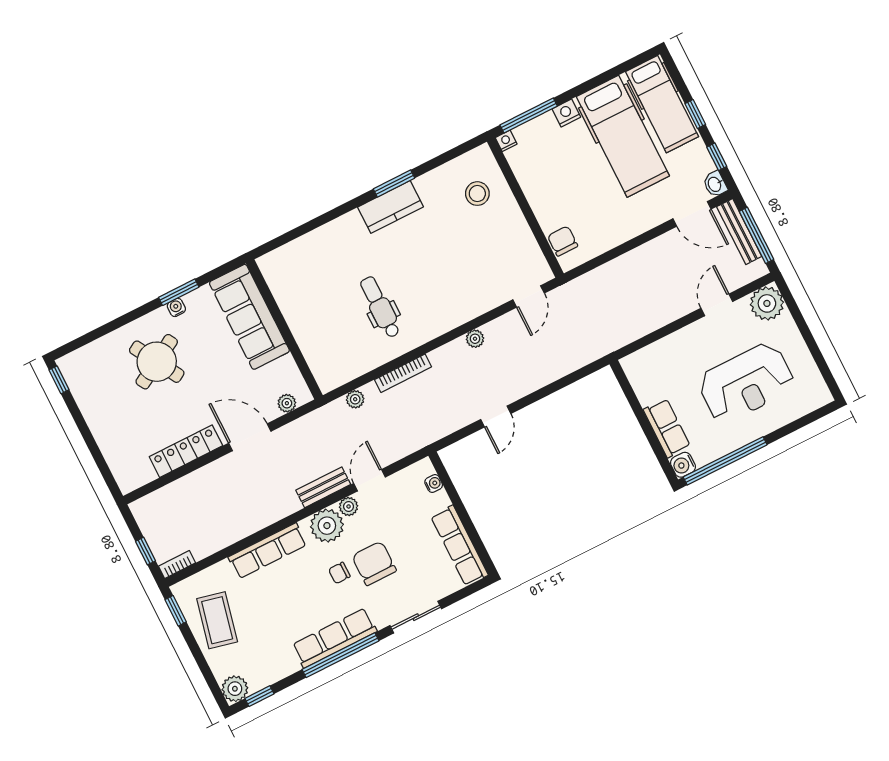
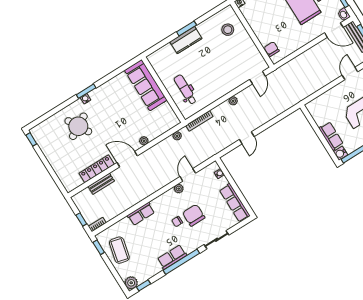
sofa: (249, 317) -> (146, 85), moved
wall: (284, 329) -> (163, 90), moved
bench: (323, 487) -> (101, 184), moved
plant: (327, 526) -> (169, 199), removed
row of seats: (268, 551) -> (141, 214), width x0.68
row of seats: (334, 638) -> (172, 257), width x0.68

